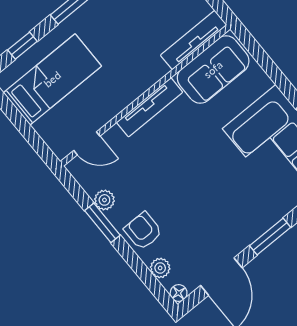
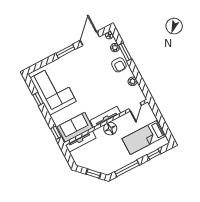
window: (254, 48) -> (56, 133), added
floor lamp: (133, 83) -> (110, 129), added
door: (87, 143) -> (135, 107), swing flipped
window: (102, 223) -> (125, 52), moved

